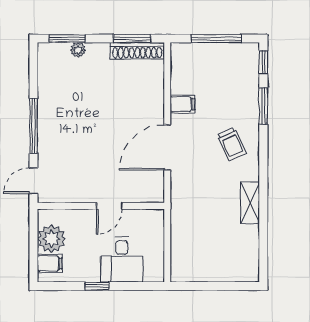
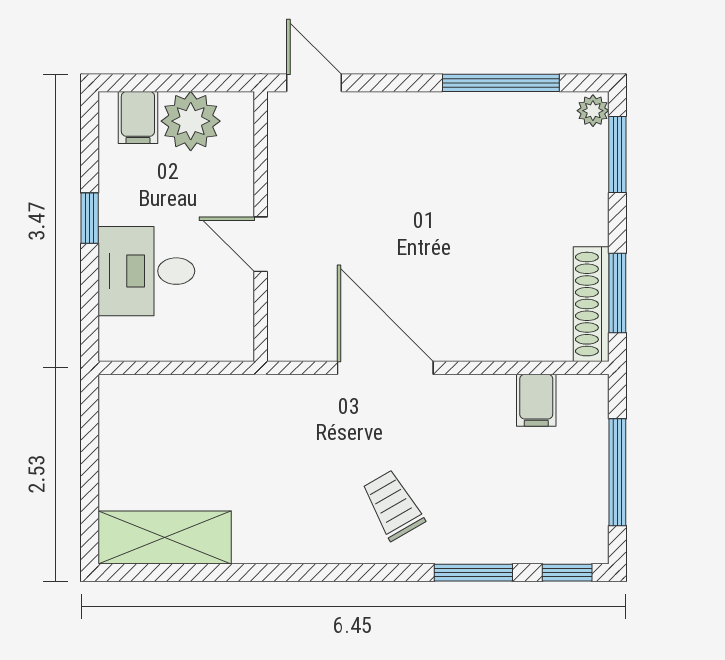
plant: (78, 50) -> (593, 111), moved
filing cabinet: (182, 104) -> (536, 400), moved
window: (34, 126) -> (501, 83), moved
trolley: (232, 144) -> (393, 505), turned 85
shelving: (250, 203) -> (165, 538), moved, width x1.50, depth x1.33

